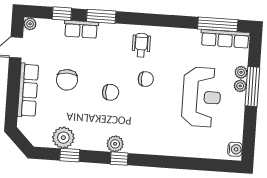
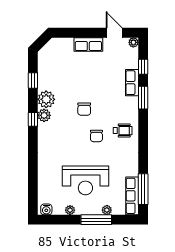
chair: (67, 80) -> (92, 74), removed
plant: (240, 86) -> (70, 210), moved
row of seats: (28, 90) -> (88, 44), width x0.68
plant: (63, 138) -> (46, 99), moved

